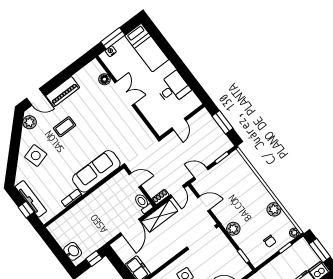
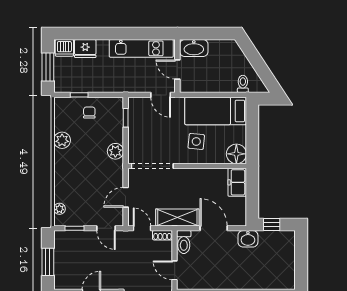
door: (177, 191) -> (142, 228), hinge flipped
door: (204, 204) -> (126, 197), hinge flipped
door: (130, 227) -> (214, 228), hinge flipped
plant: (294, 233) -> (59, 209), moved
washbasin: (73, 251) -> (248, 239), moved, turned -90

